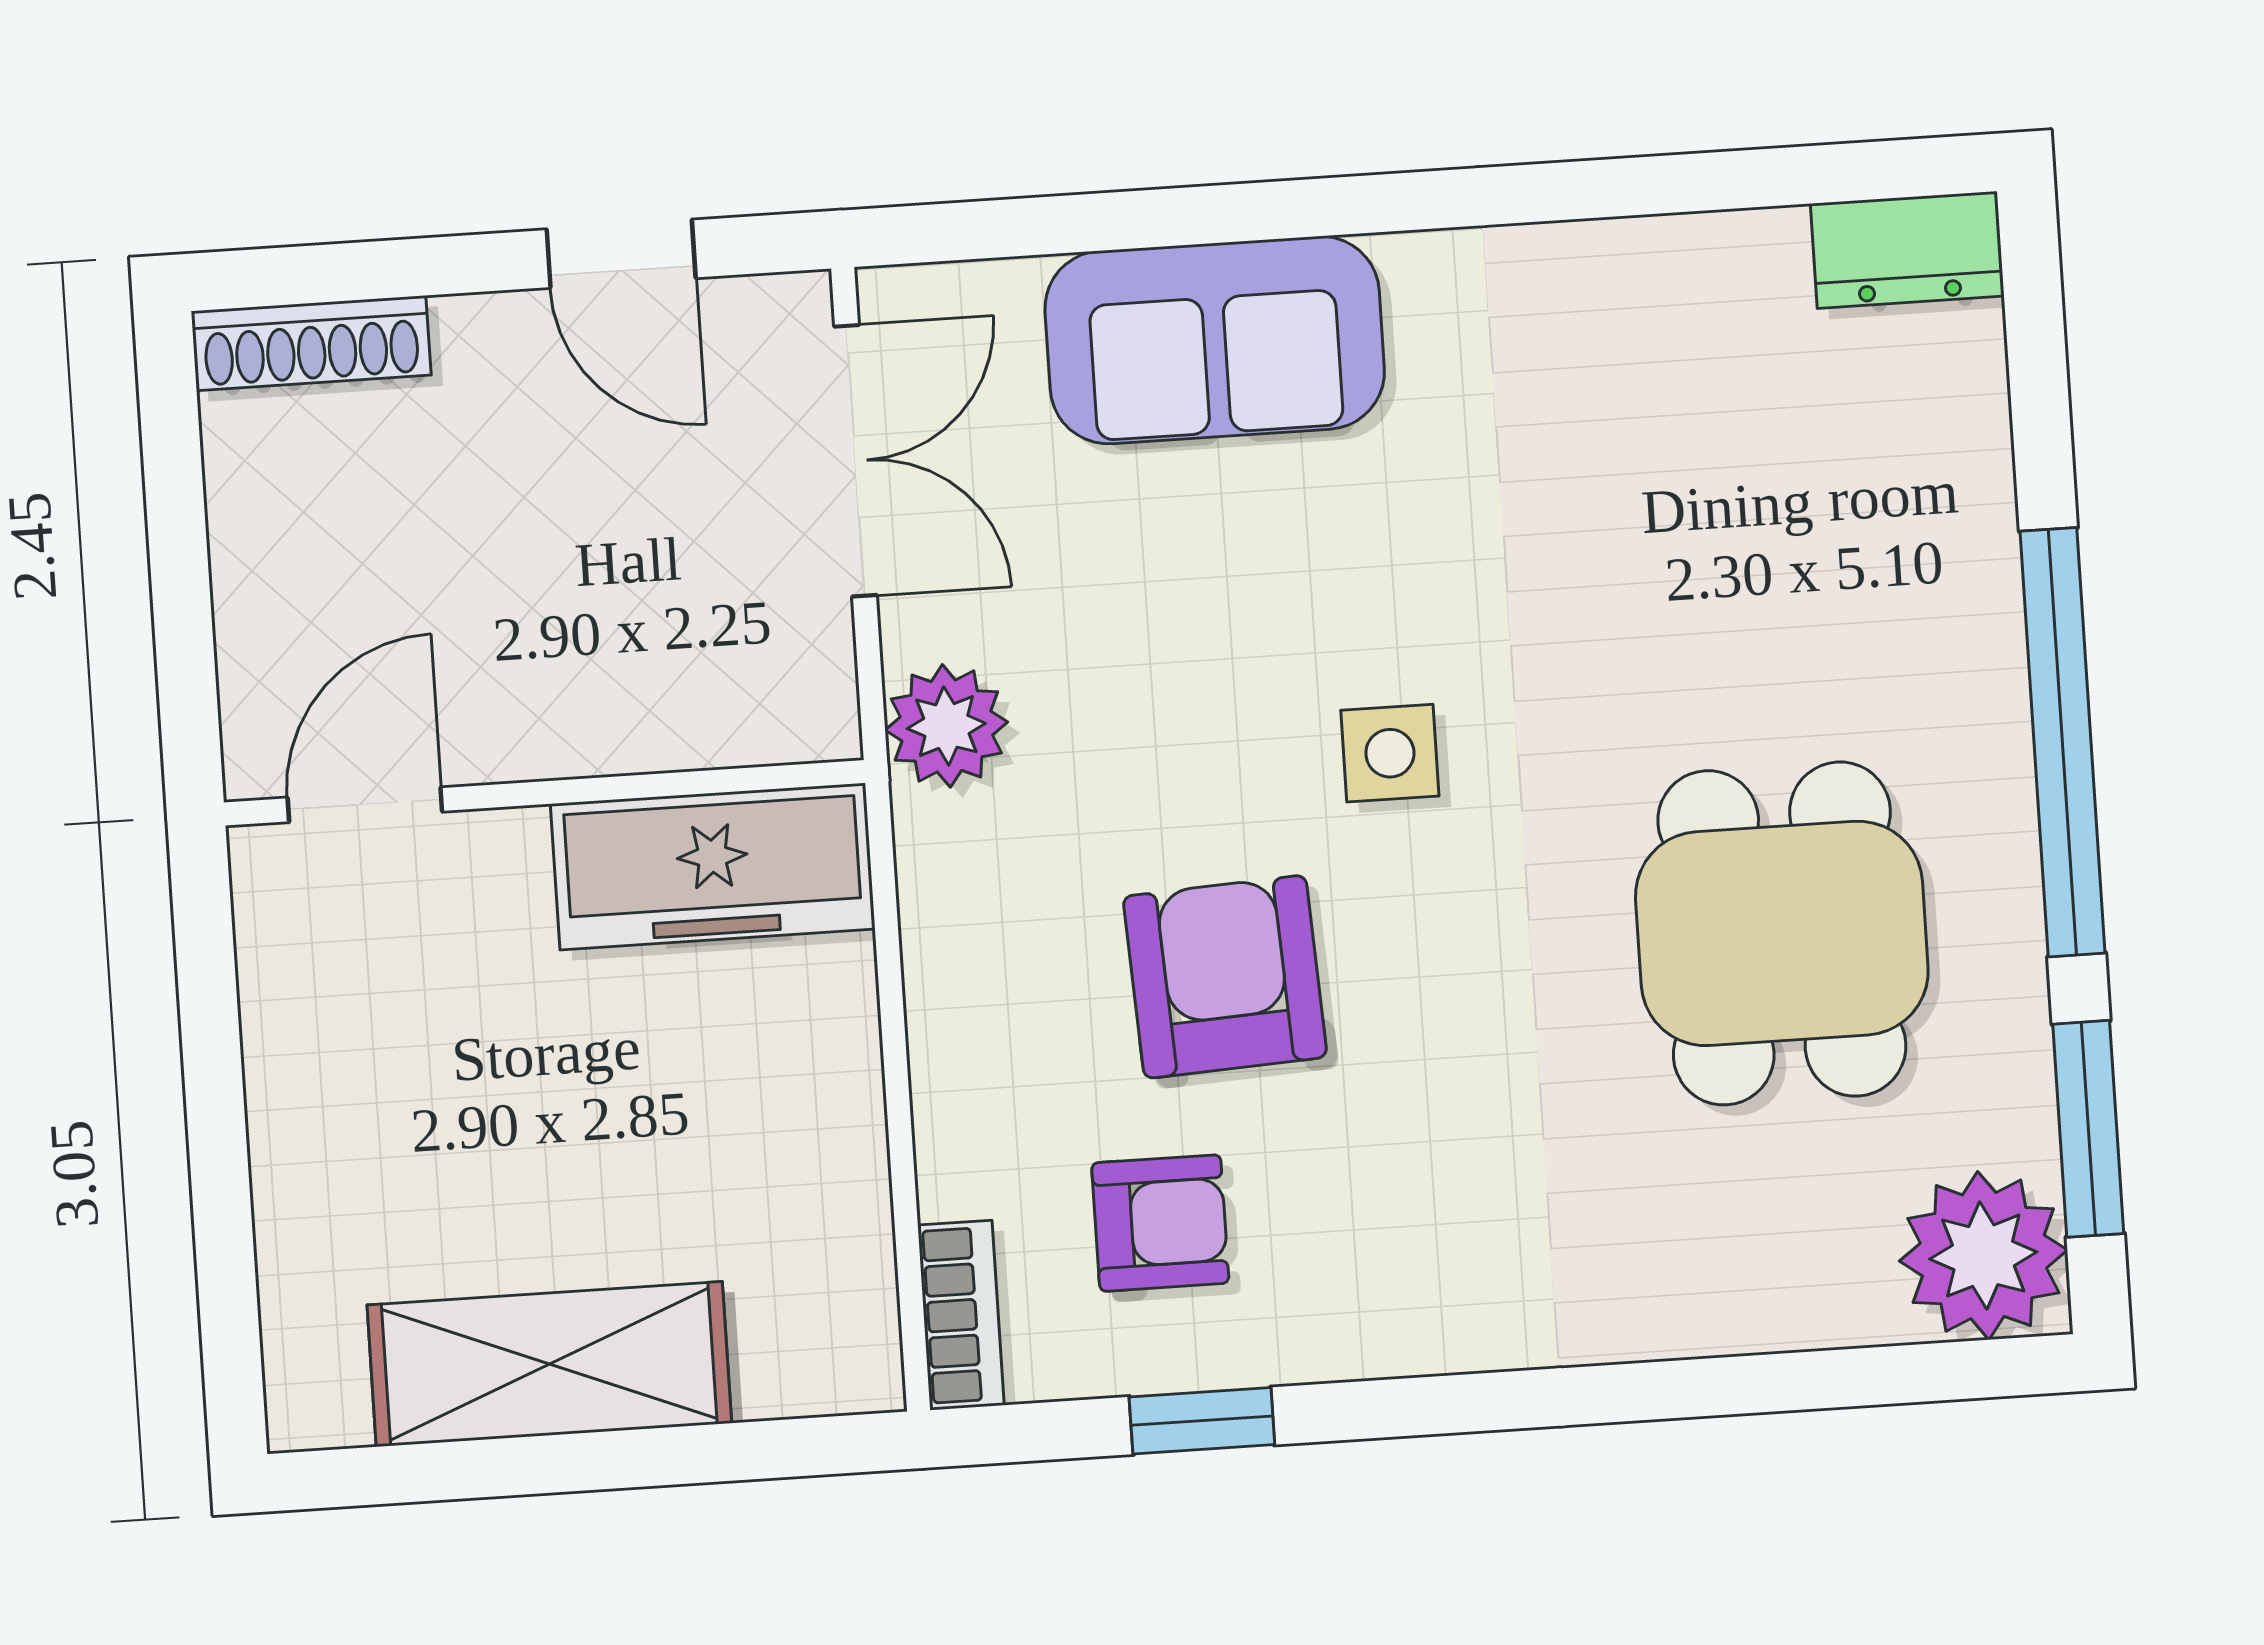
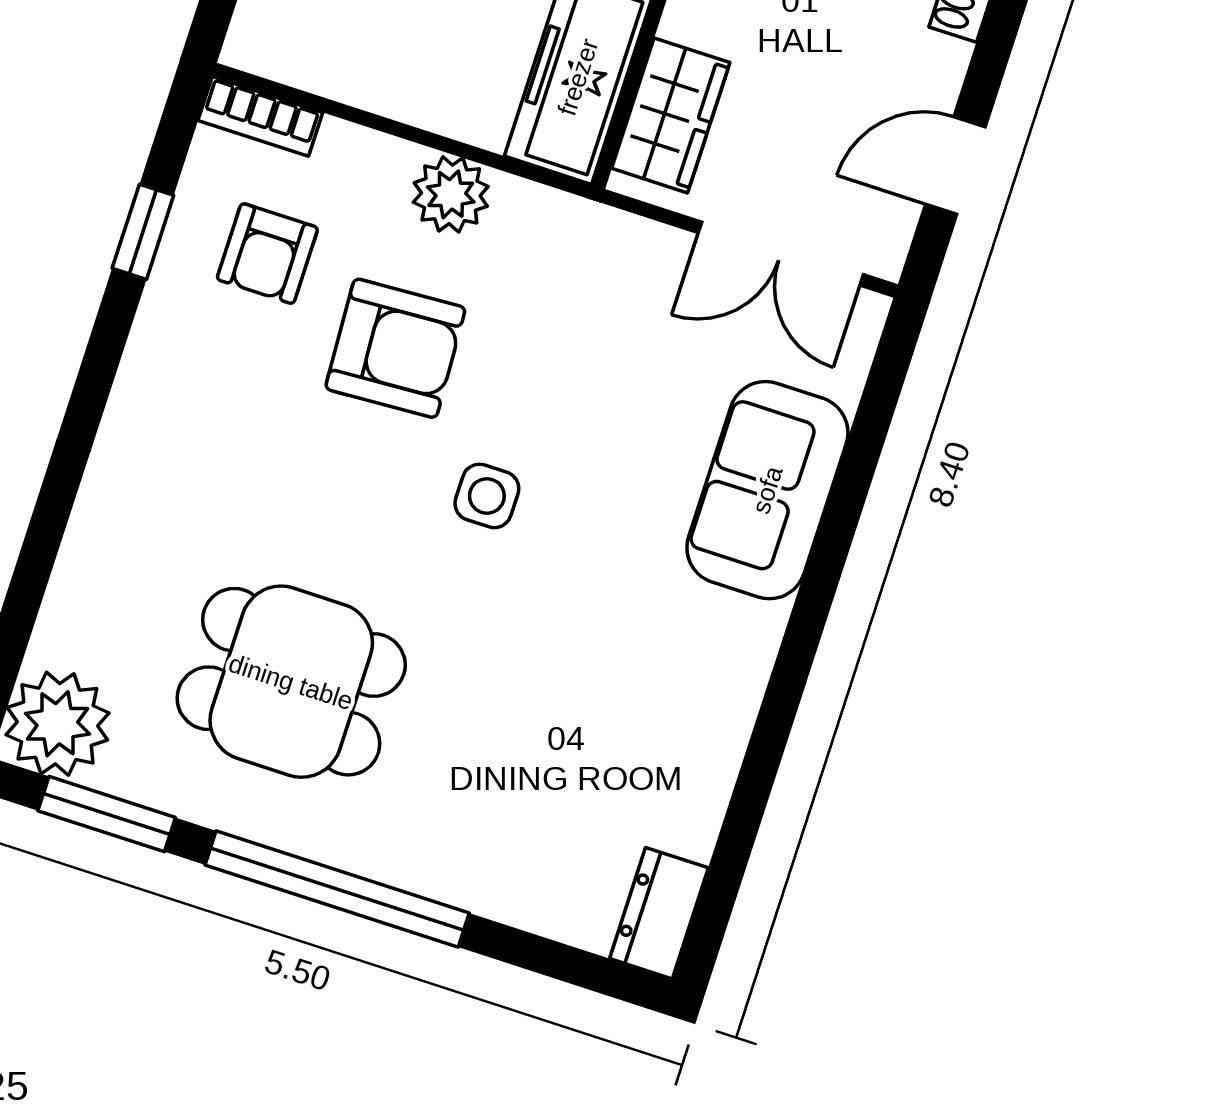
wardrobe: (716, 706) -> (671, 115), added
plant: (946, 726) -> (451, 194), moved

